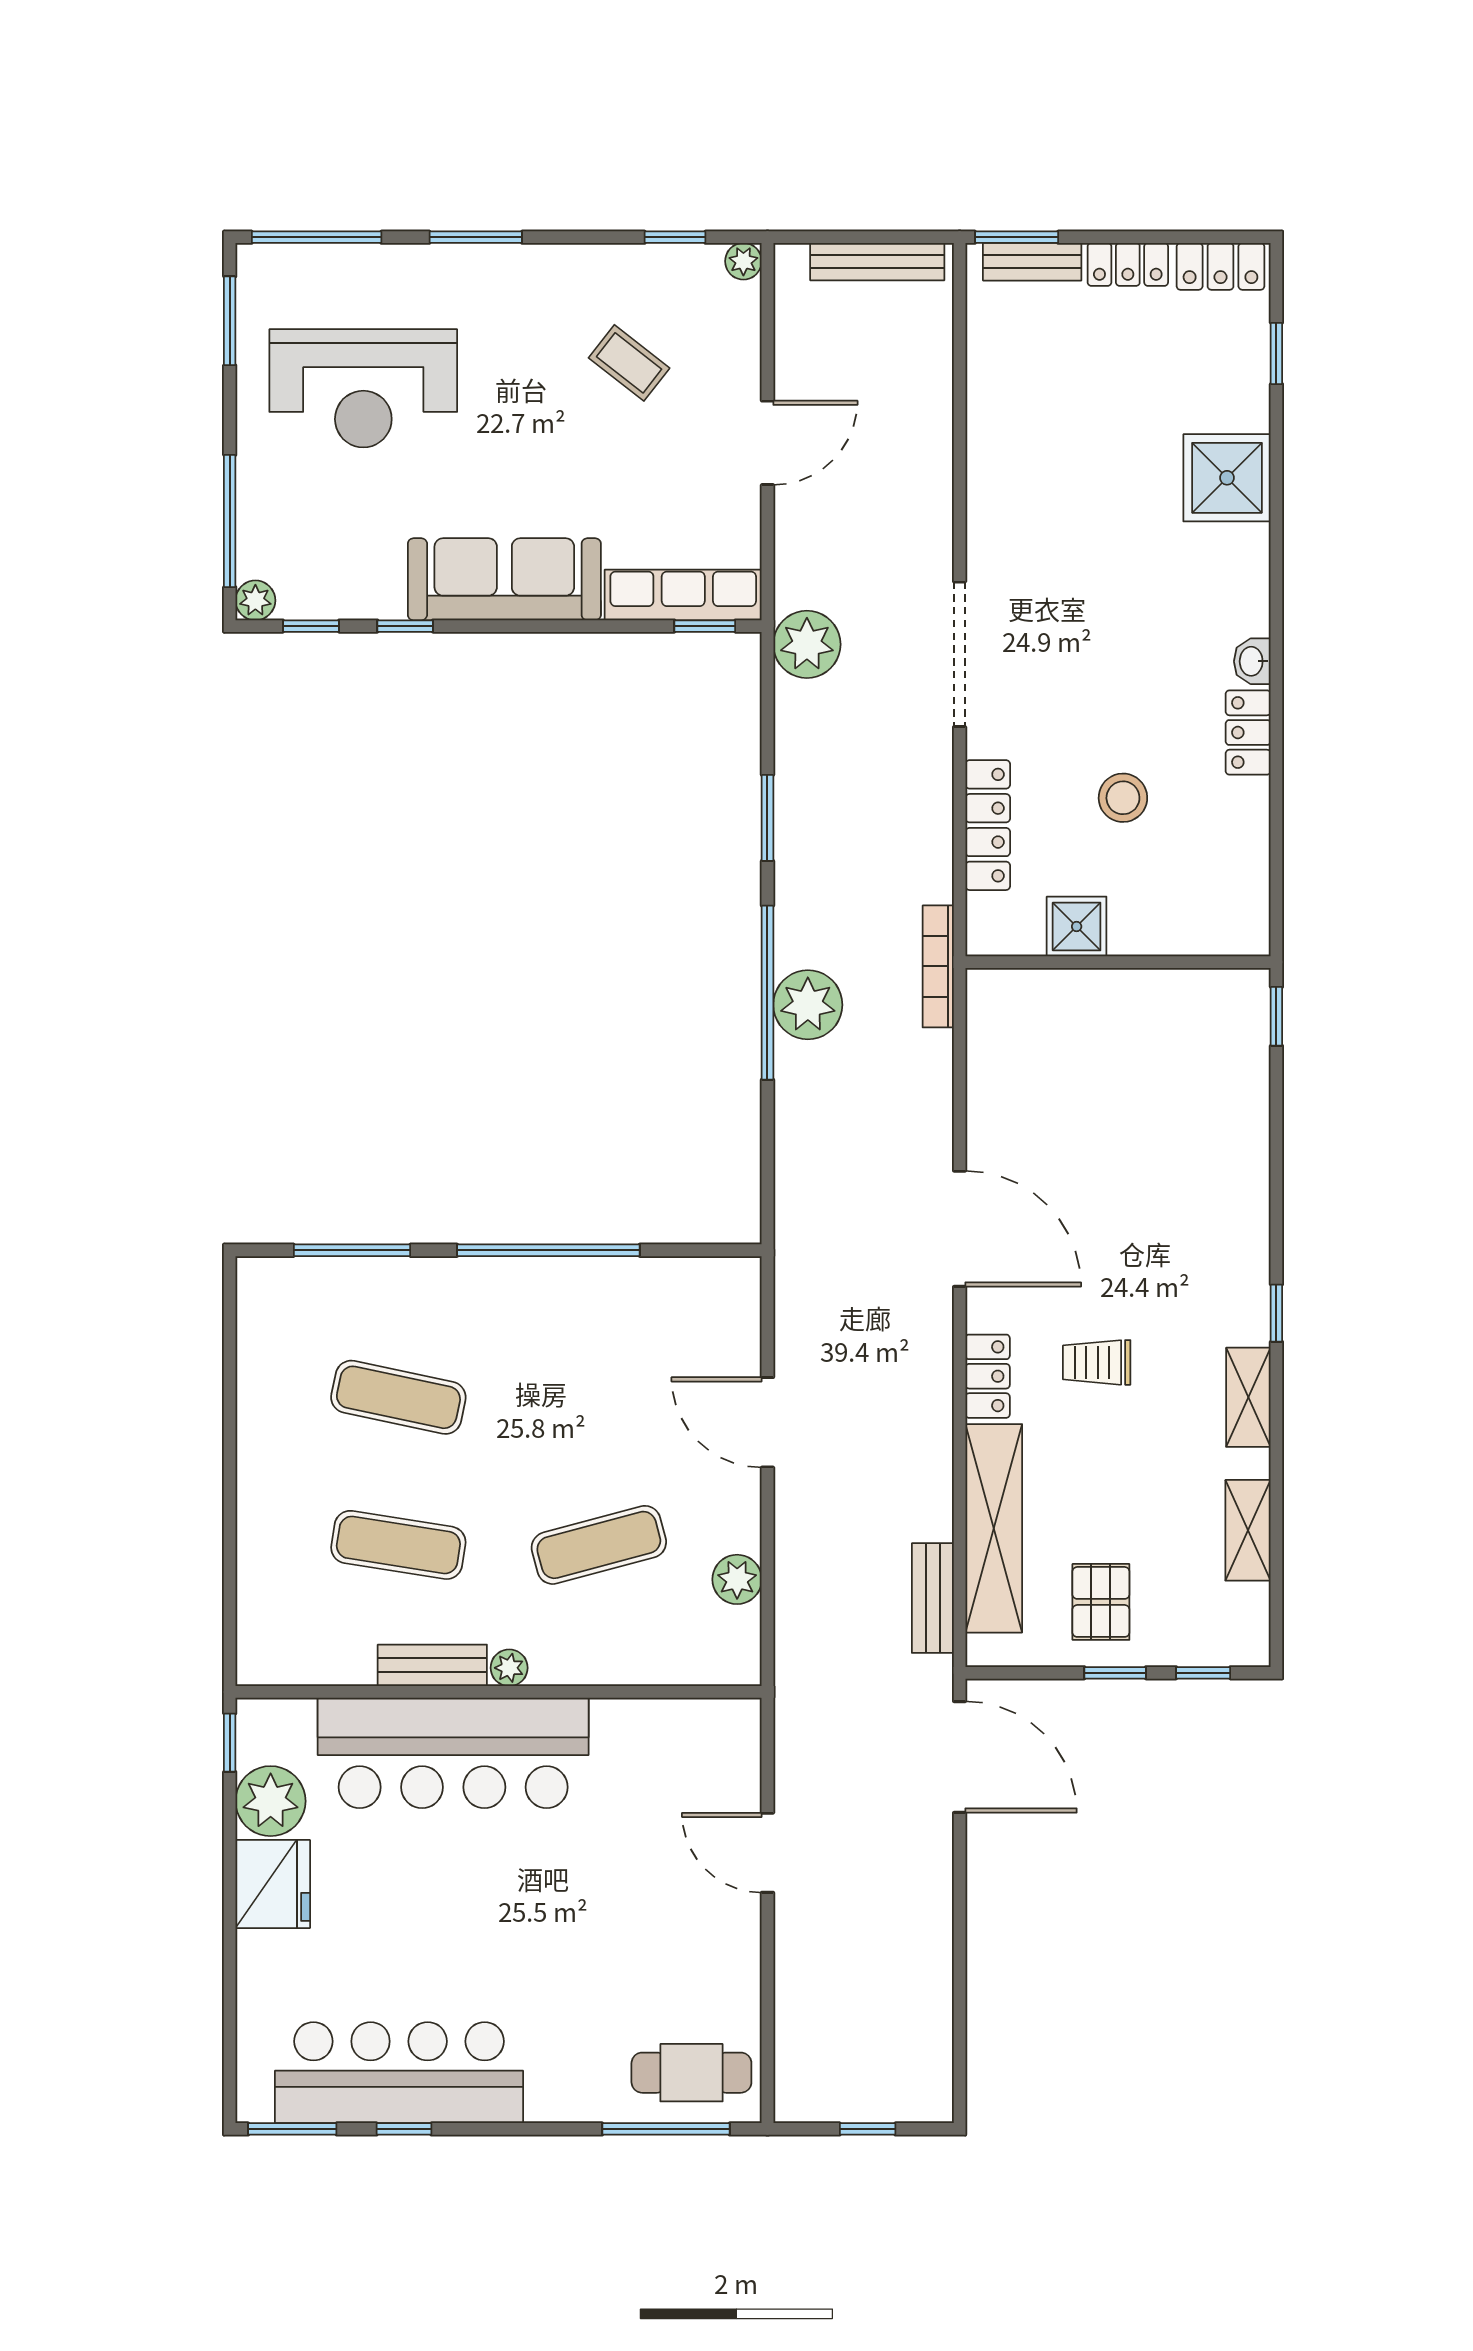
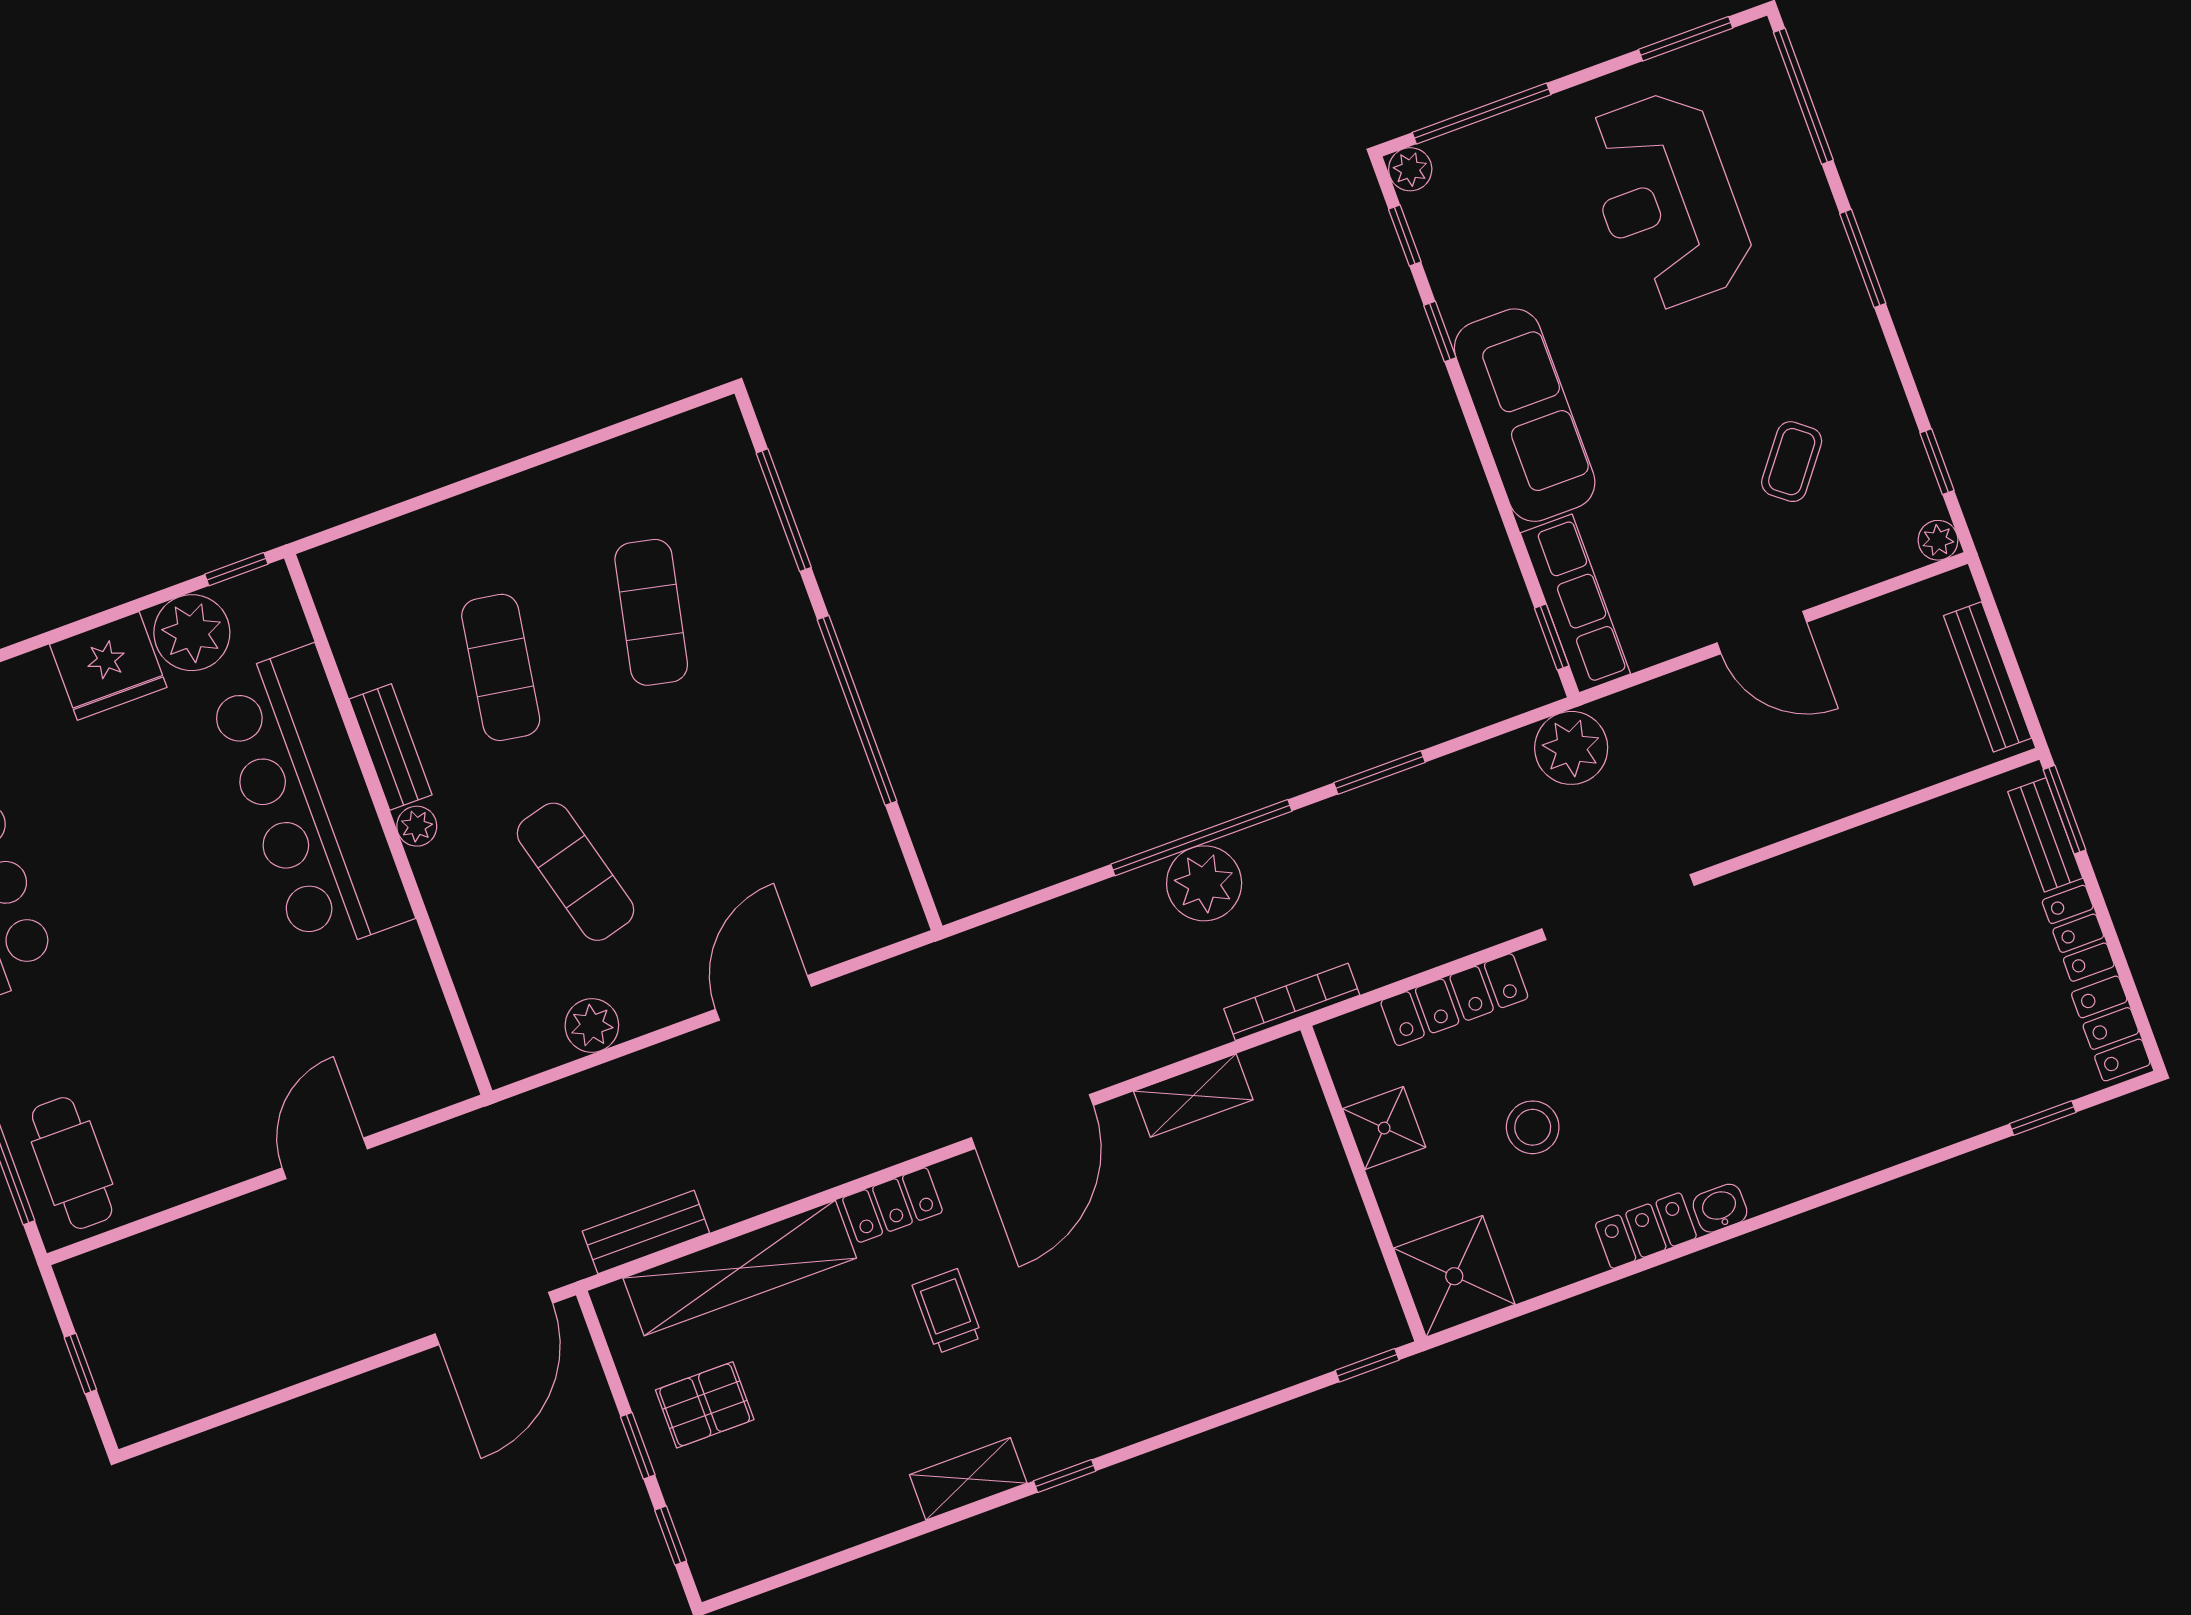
shower: (1227, 478) -> (1454, 1276), moved
shelving: (1248, 1530) -> (1193, 1095), moved

